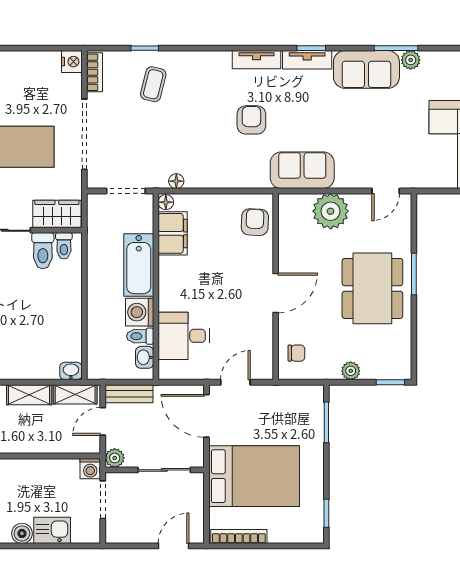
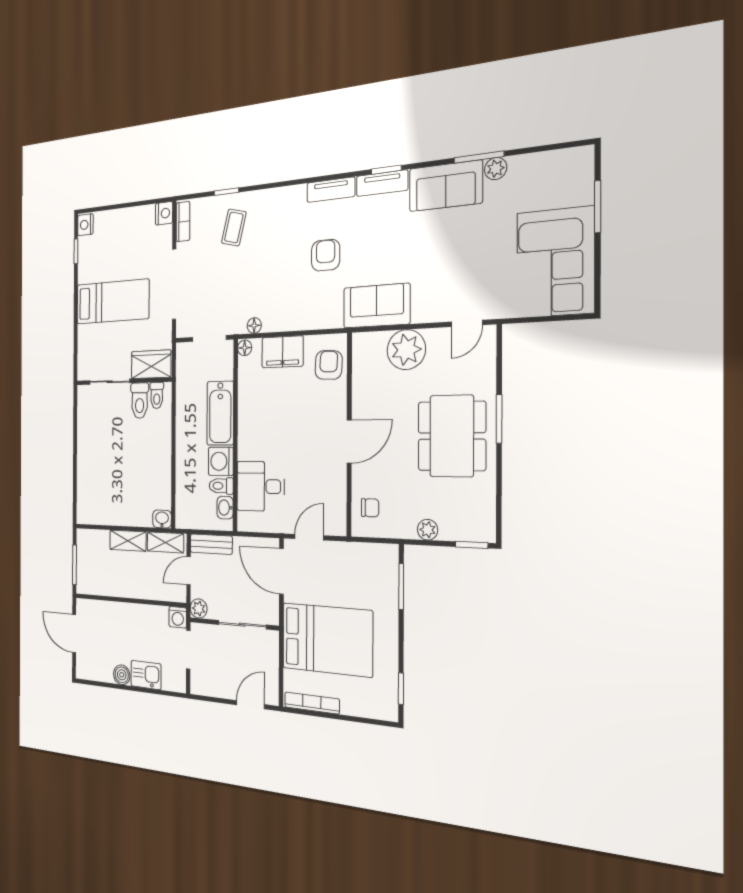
filing cabinet: (173, 233) -> (282, 352), moved, turned 90

